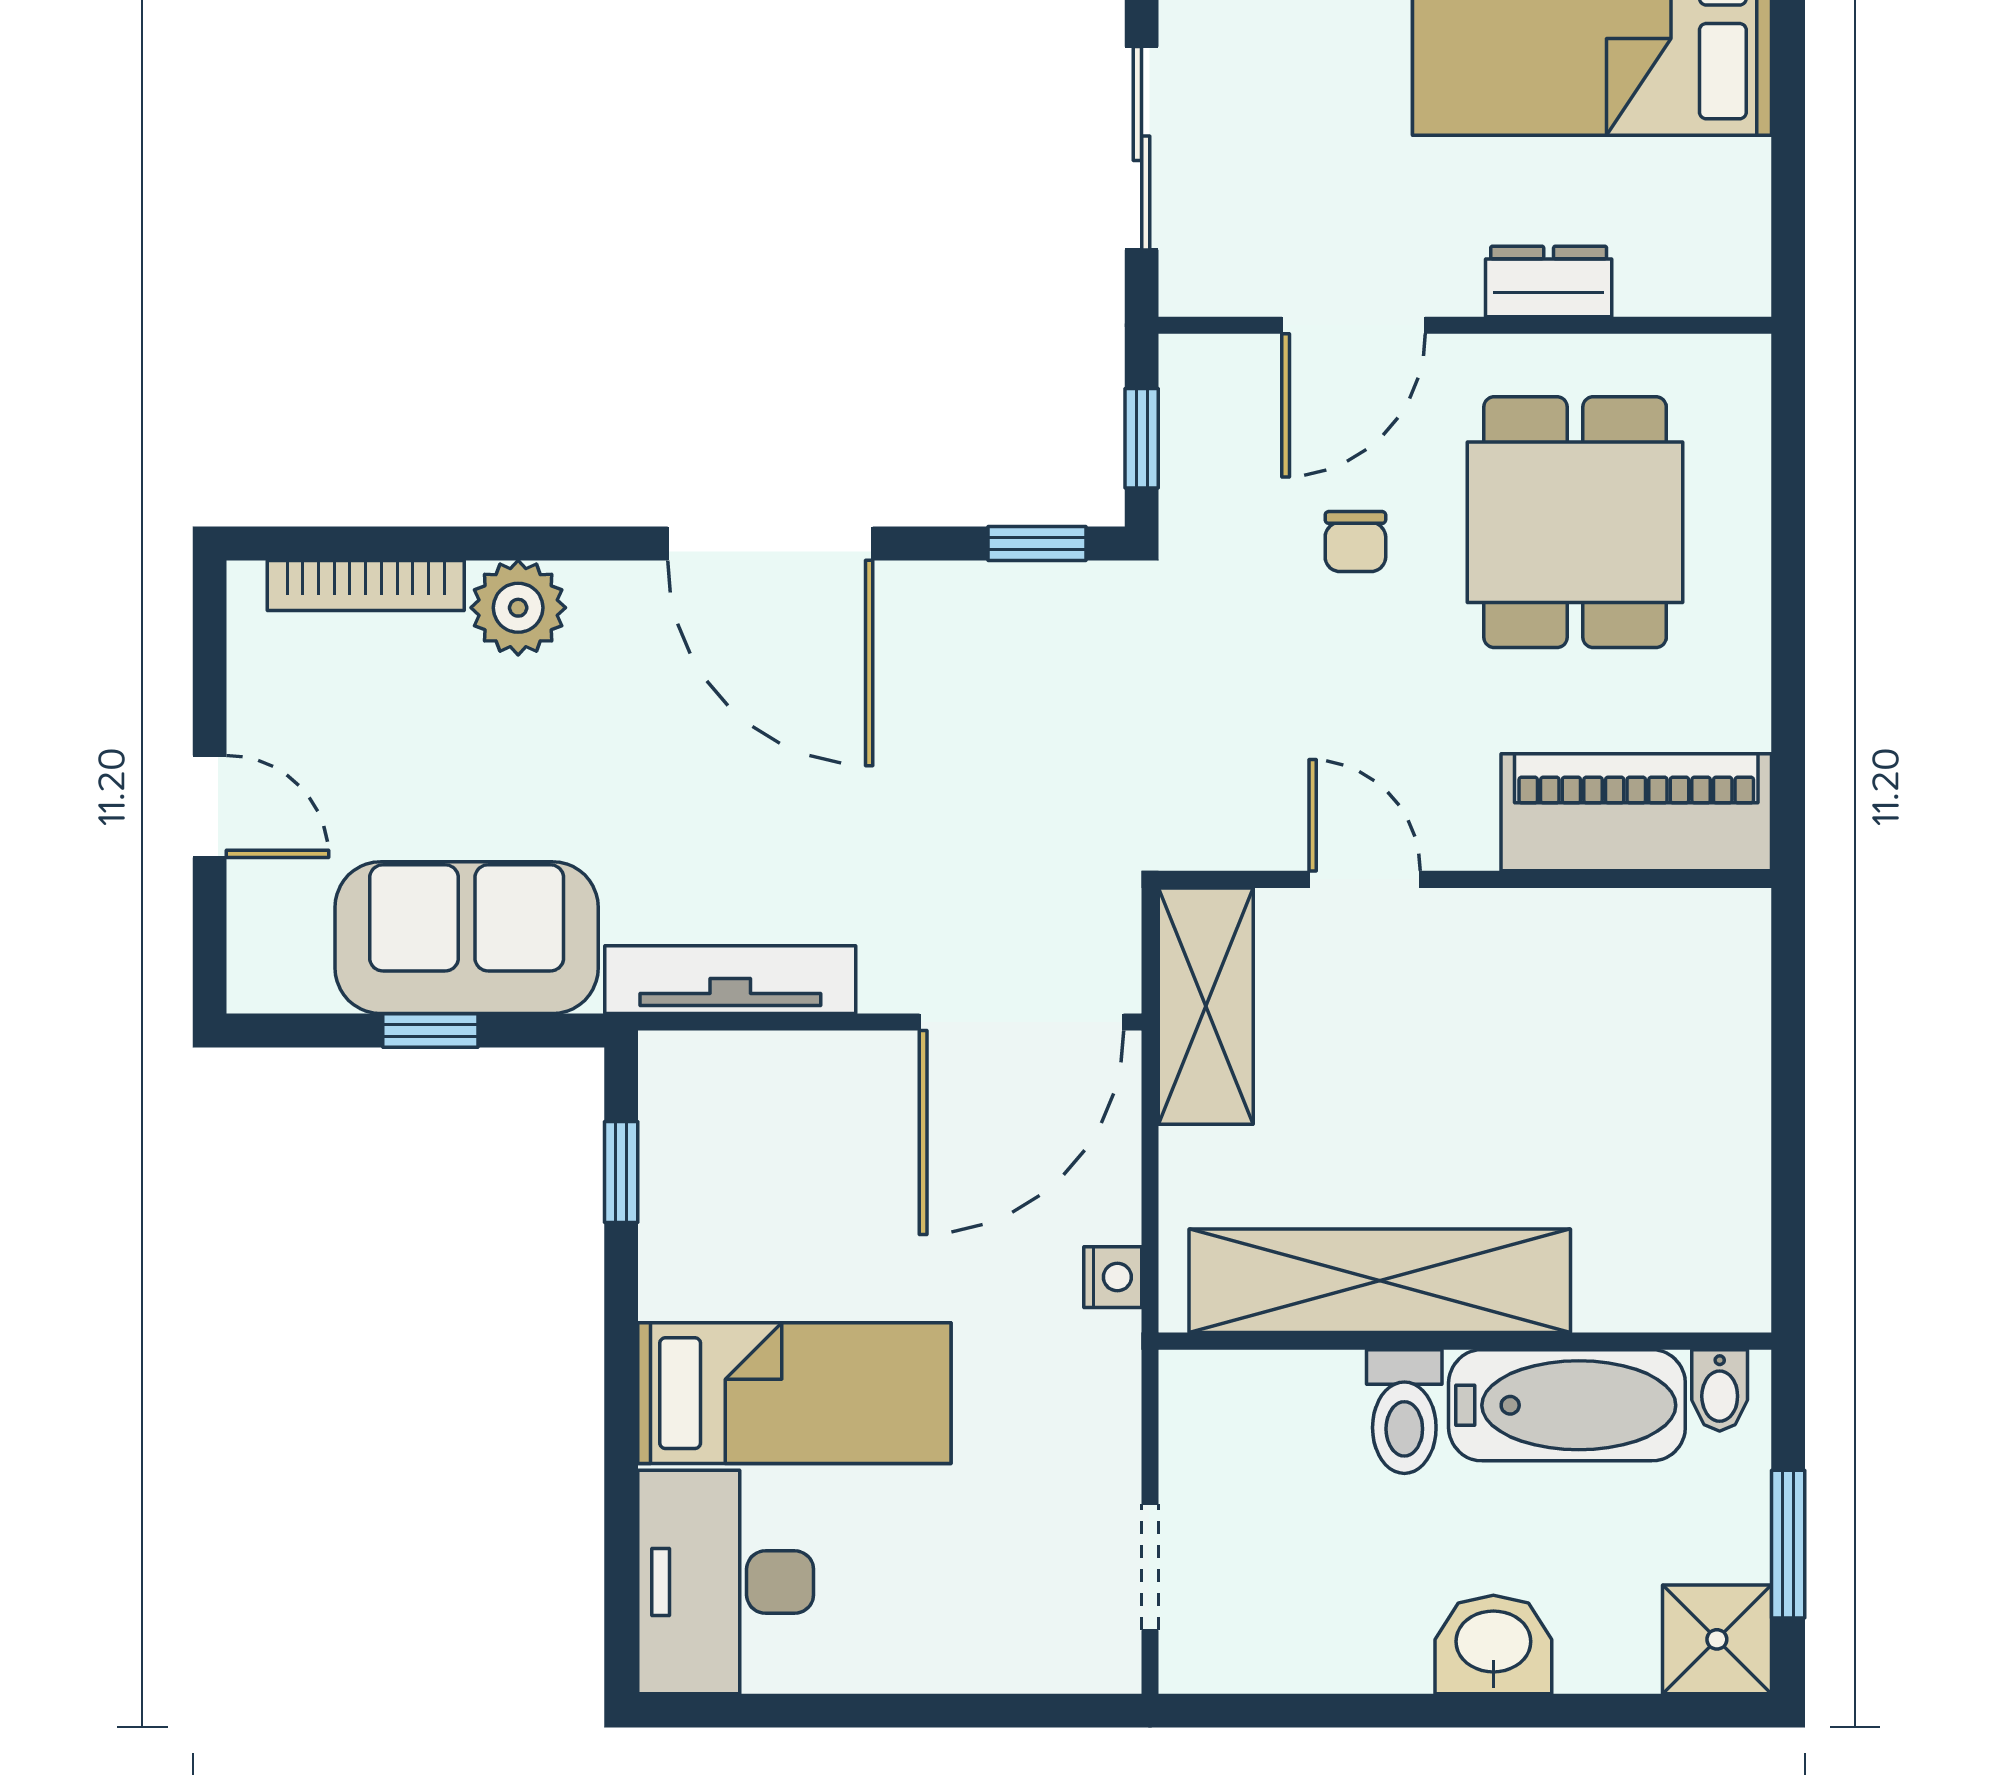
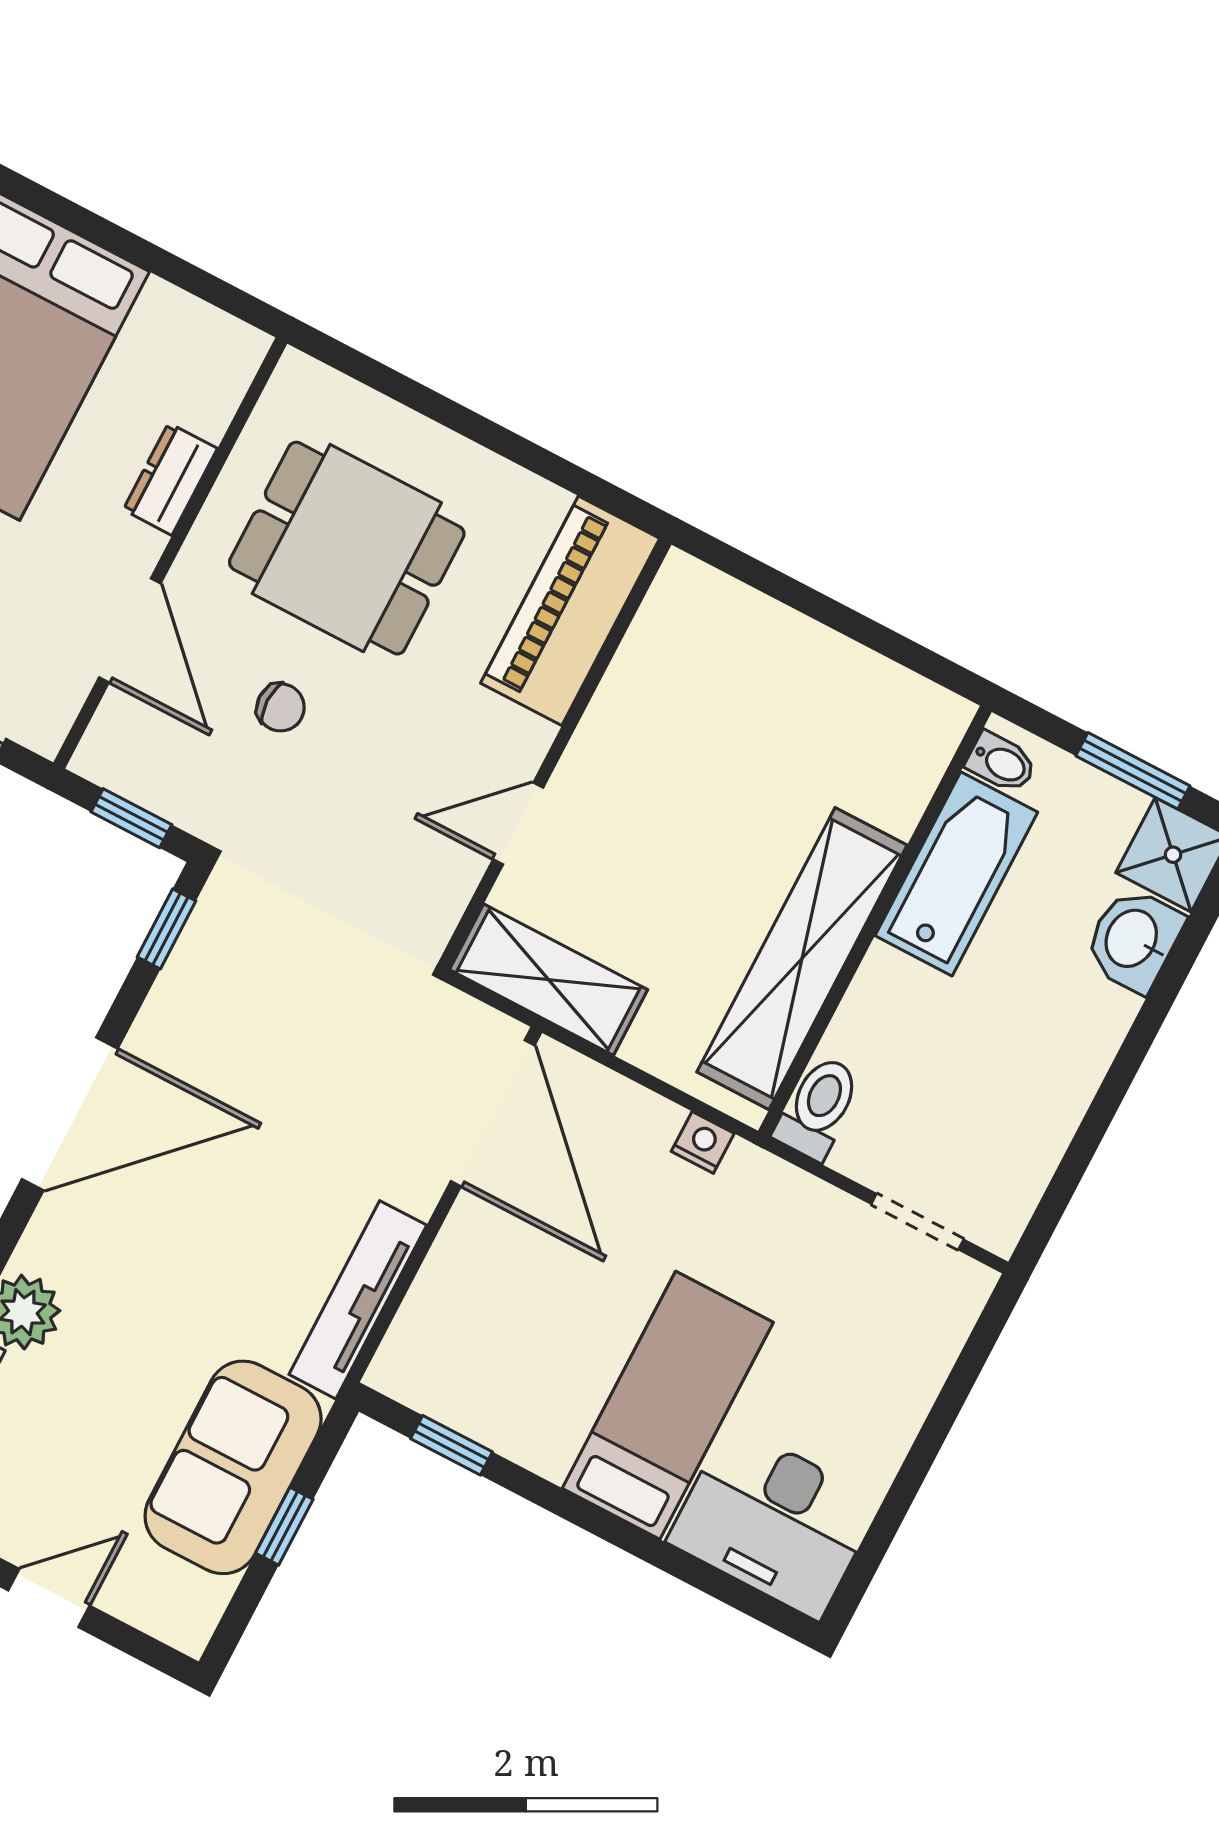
toilet: (1404, 1412) -> (818, 1108), moved, turned -90
washbasin: (1493, 1644) -> (1133, 939), moved

